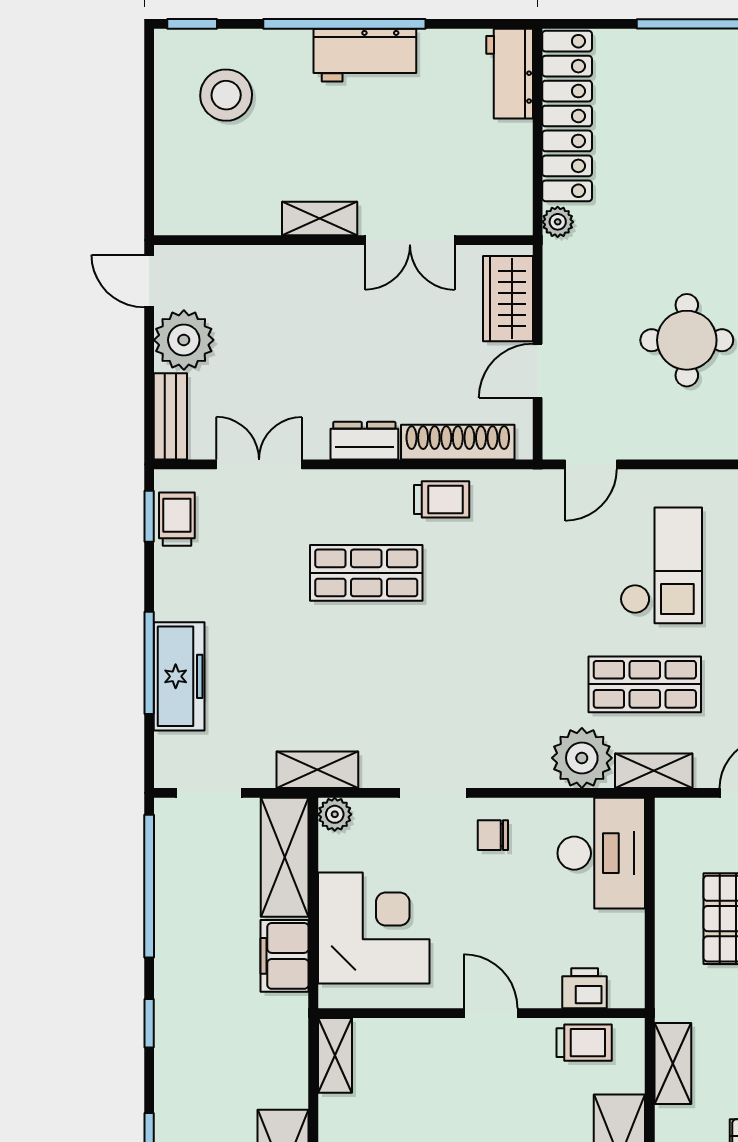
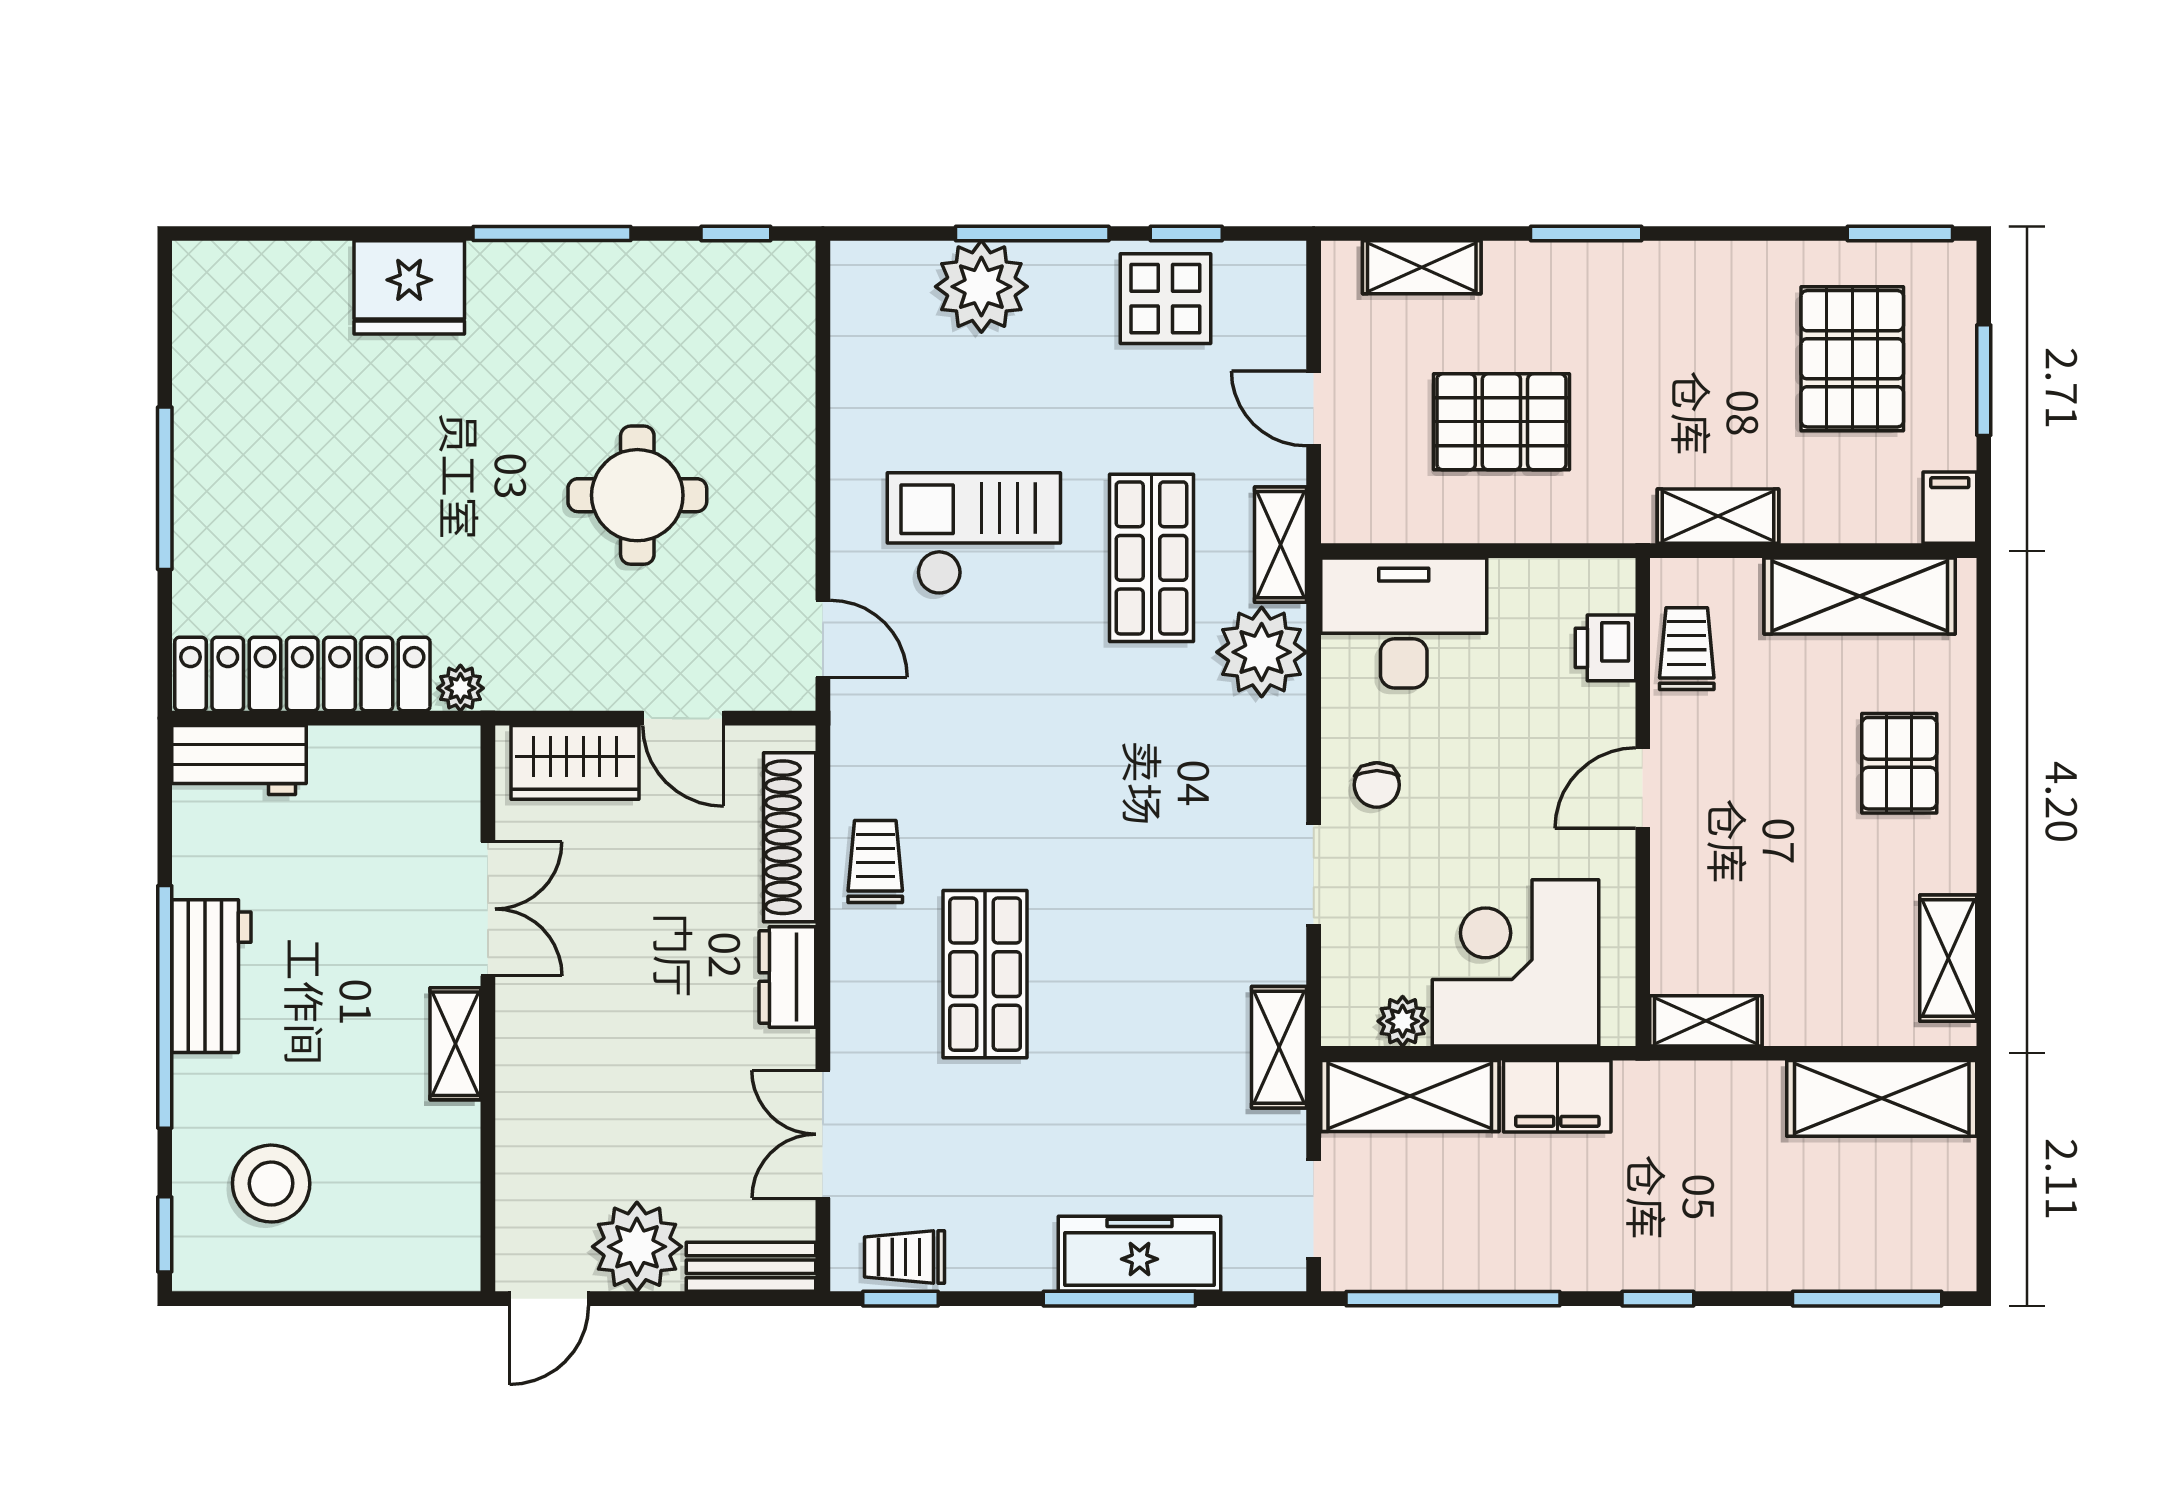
plant: (335, 814) -> (1403, 1021), moved

